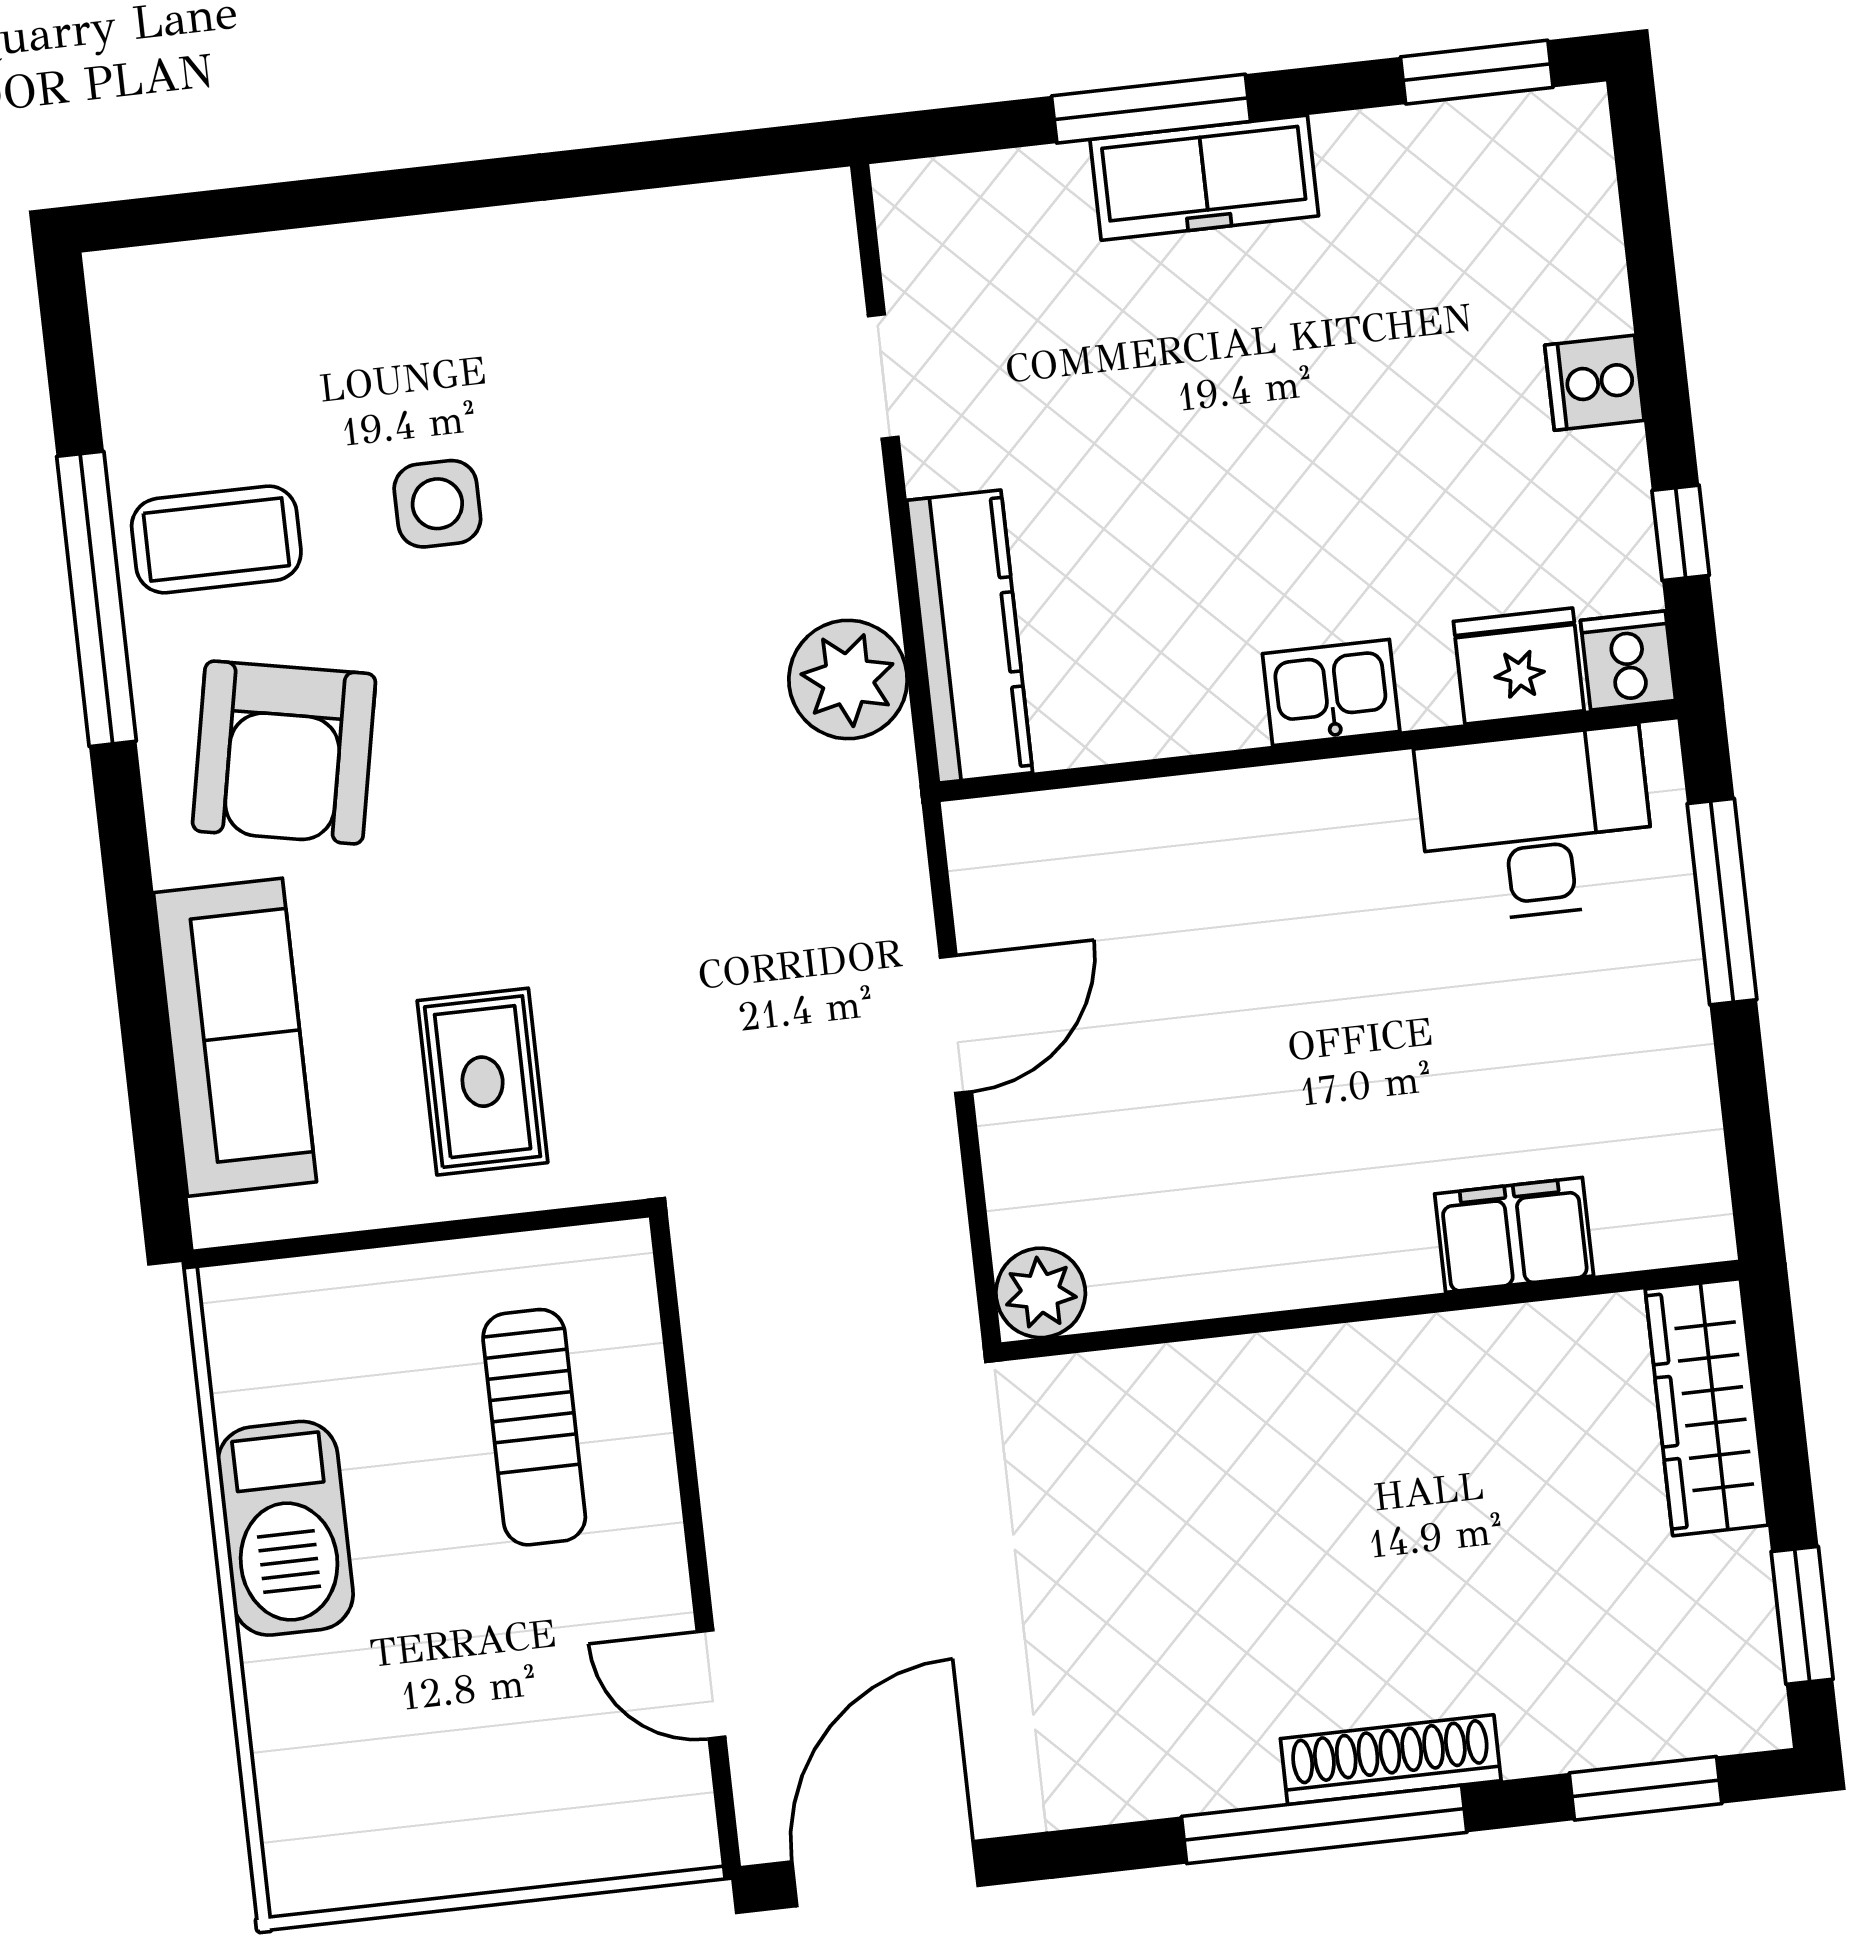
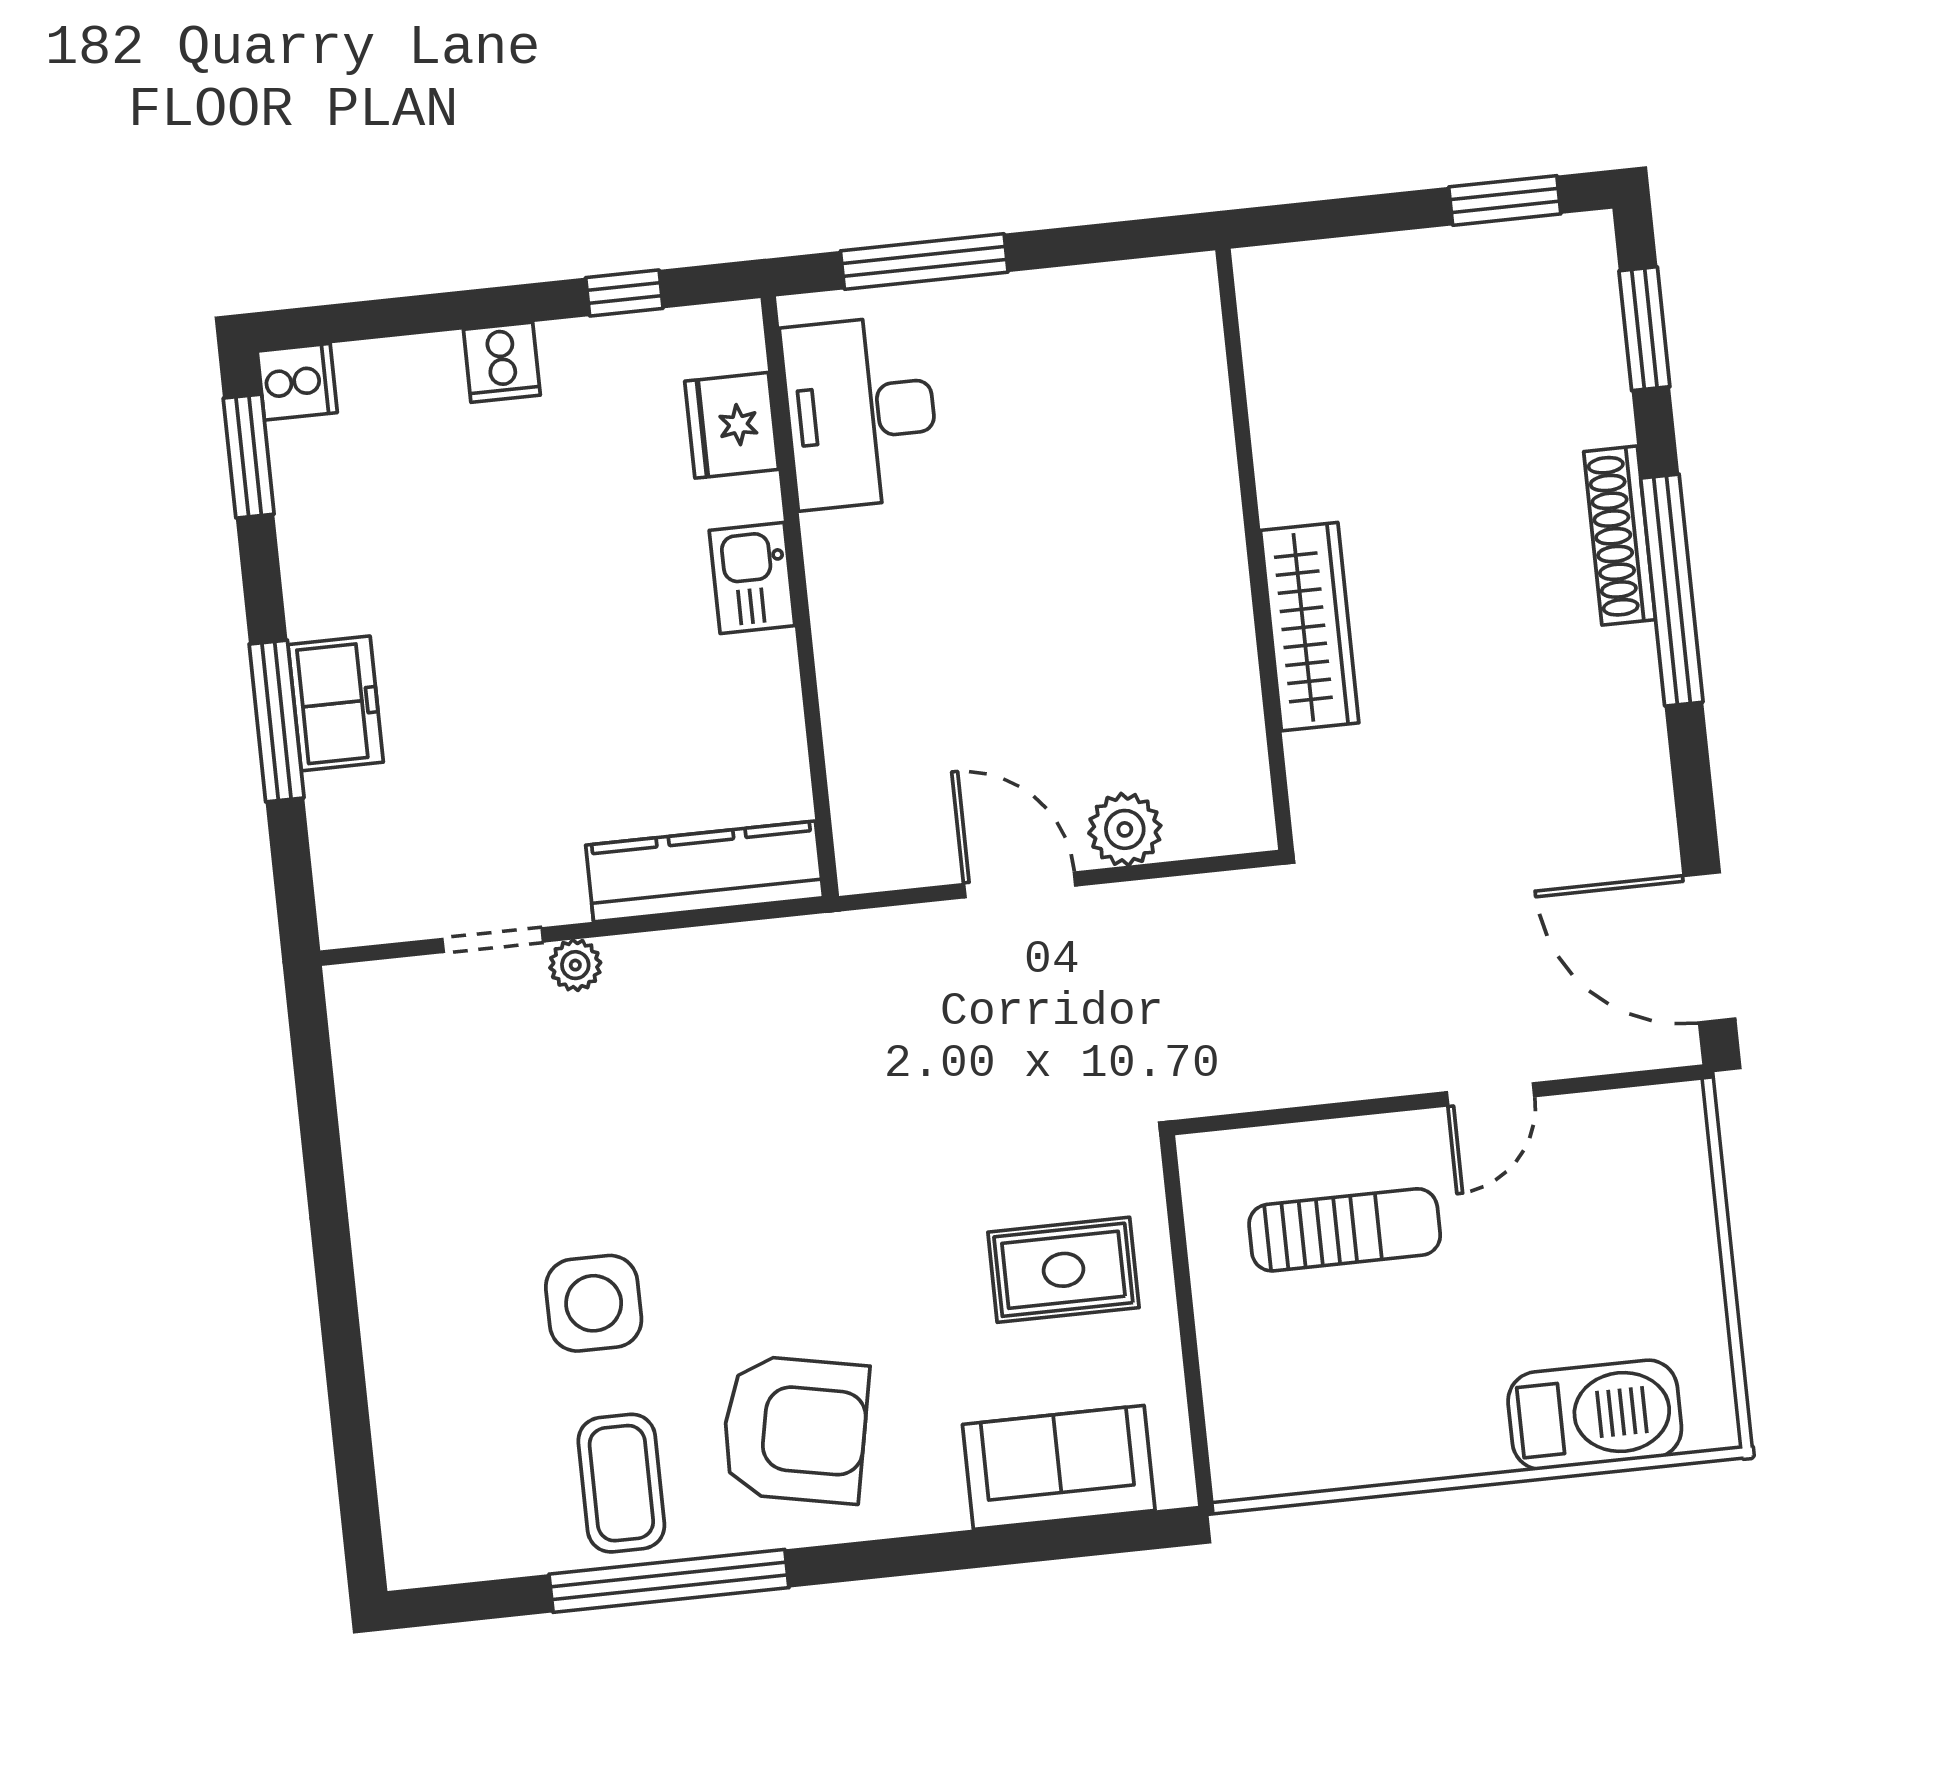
freezer: (1204, 178) -> (336, 703), width x0.71
side table: (437, 504) -> (594, 1303), width x1.37, depth x1.37
cooker: (1628, 660) -> (297, 382), moved, turned 180
plant: (848, 679) -> (575, 965), moved, width x0.53, depth x0.53
sofa: (235, 1037) -> (1059, 1467), width x0.73
filing cabinet: (1514, 1235) -> (1194, 432), removed
plant: (1041, 1293) -> (1125, 829), moved
wardrobe: (1707, 1407) -> (1310, 627), moved, turned -90
barbecue: (285, 1528) -> (1595, 1415), moved
door: (711, 1684) -> (1491, 1094), moved

